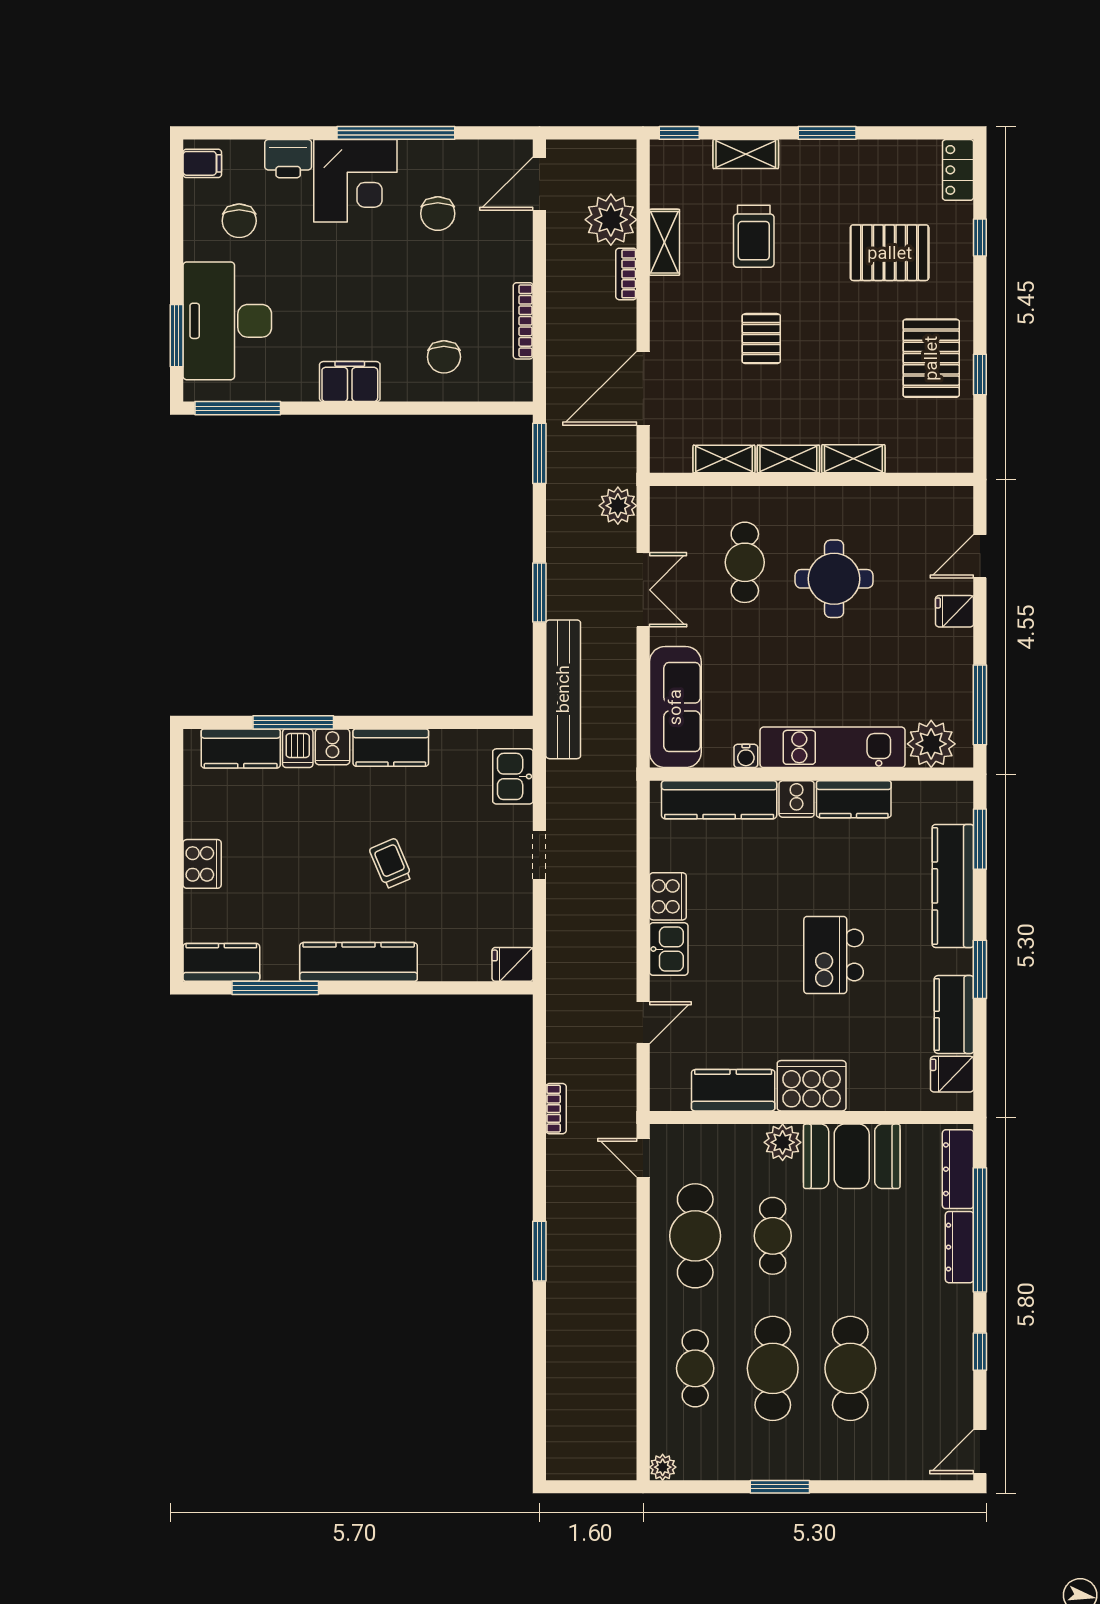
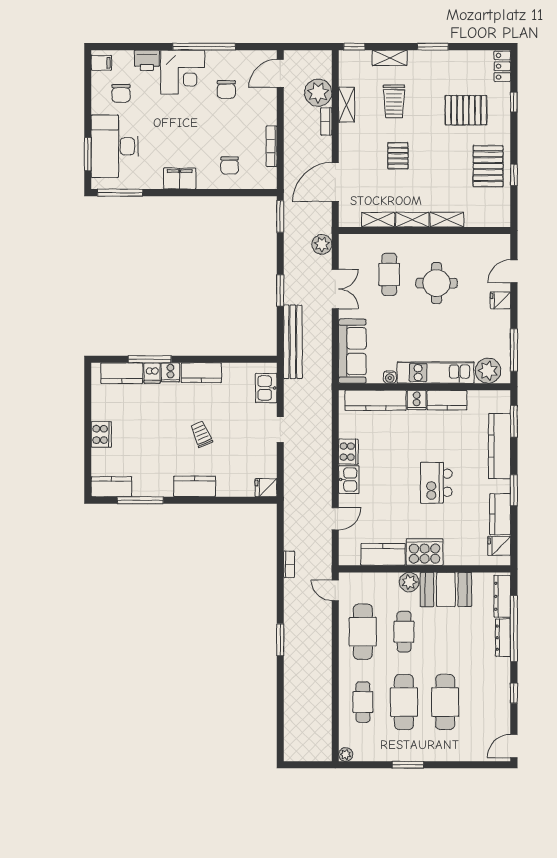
kitchen counter: (359, 962) -> (195, 486), width x0.67

